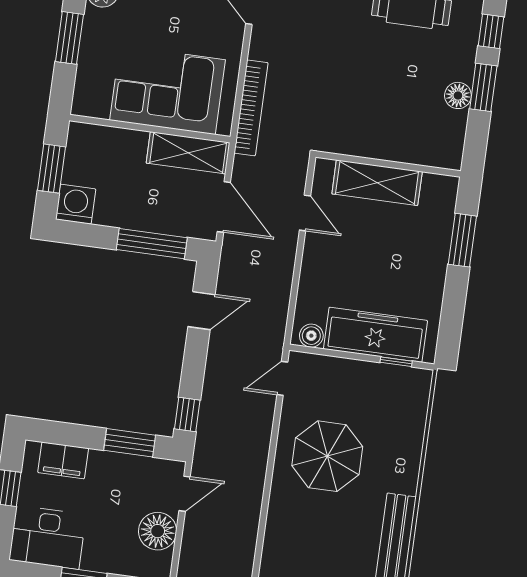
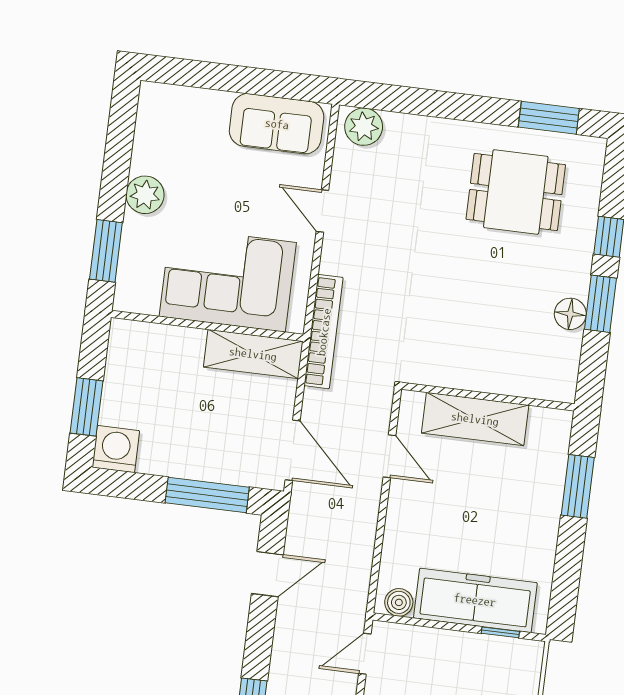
corner sofa: (168, 90) -> (228, 279), moved
wall: (150, 129) -> (207, 326), moved
shelving: (188, 153) -> (253, 354), moved

